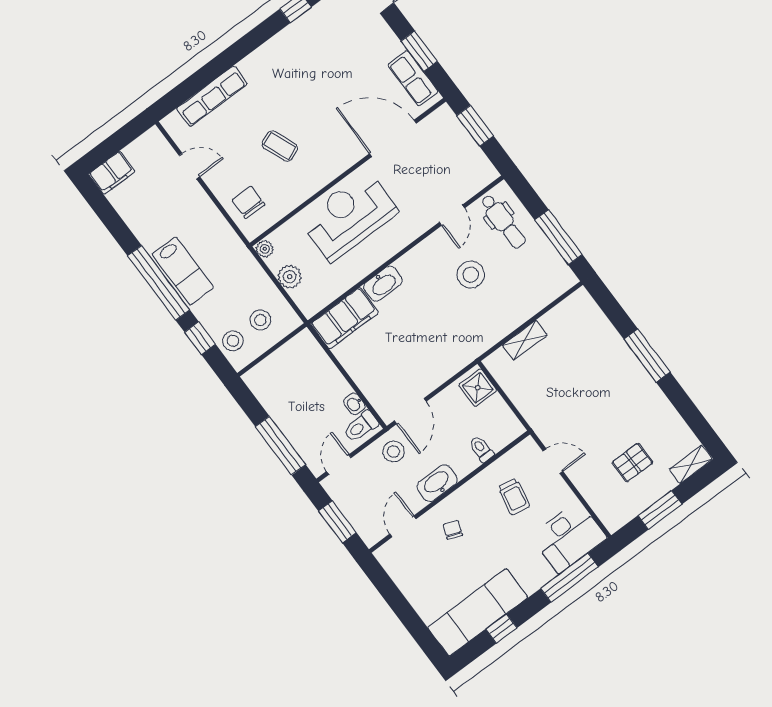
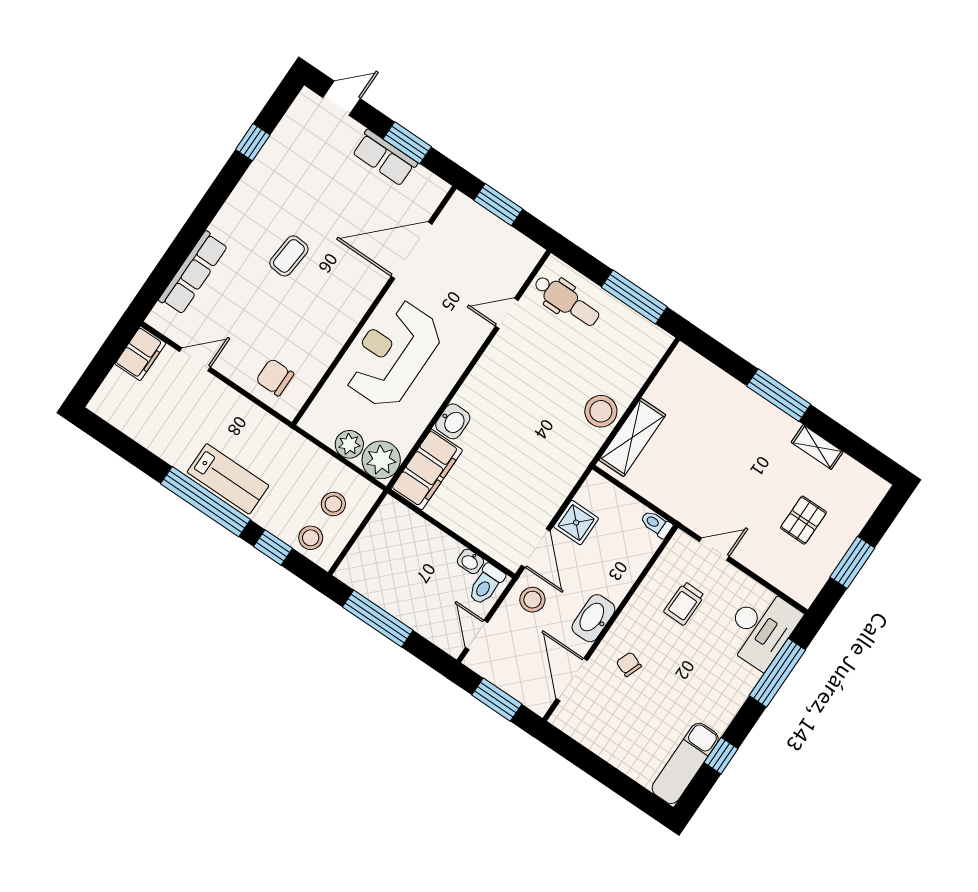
row of seats: (413, 78) -> (385, 158), moved
coffee table: (280, 146) -> (289, 256), moved, turned -63
filing cabinet: (112, 173) -> (140, 353), moved
door: (452, 215) -> (507, 313), swing flipped
plant: (265, 249) -> (381, 460), moved, width x1.88, depth x1.88
stool: (471, 275) -> (601, 411), moved
washbasin: (383, 284) -> (453, 421), width x0.72
shelving: (525, 340) -> (632, 437), width x1.50, depth x1.33
shower: (478, 388) -> (576, 523), moved
window: (280, 446) -> (378, 619), moved
toilet: (481, 449) -> (656, 524), moved
shelving: (691, 464) -> (817, 447), moved, turned 90
trolley: (514, 496) -> (684, 604), turned 80
door: (403, 526) -> (572, 680), width x1.38
exam couch: (478, 612) -> (685, 763), width x0.73, depth x0.69

